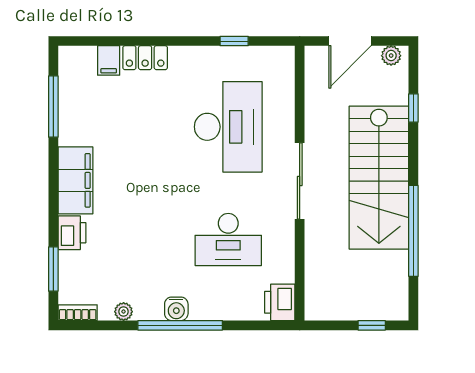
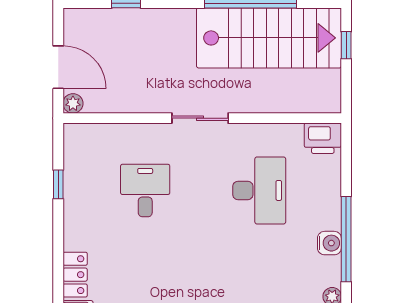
plant: (391, 56) -> (73, 103), moved
desk: (228, 127) -> (145, 190), width x0.53, depth x0.77
stairs: (379, 178) -> (269, 38), moved
sliding door: (300, 181) -> (200, 118), width x0.73

